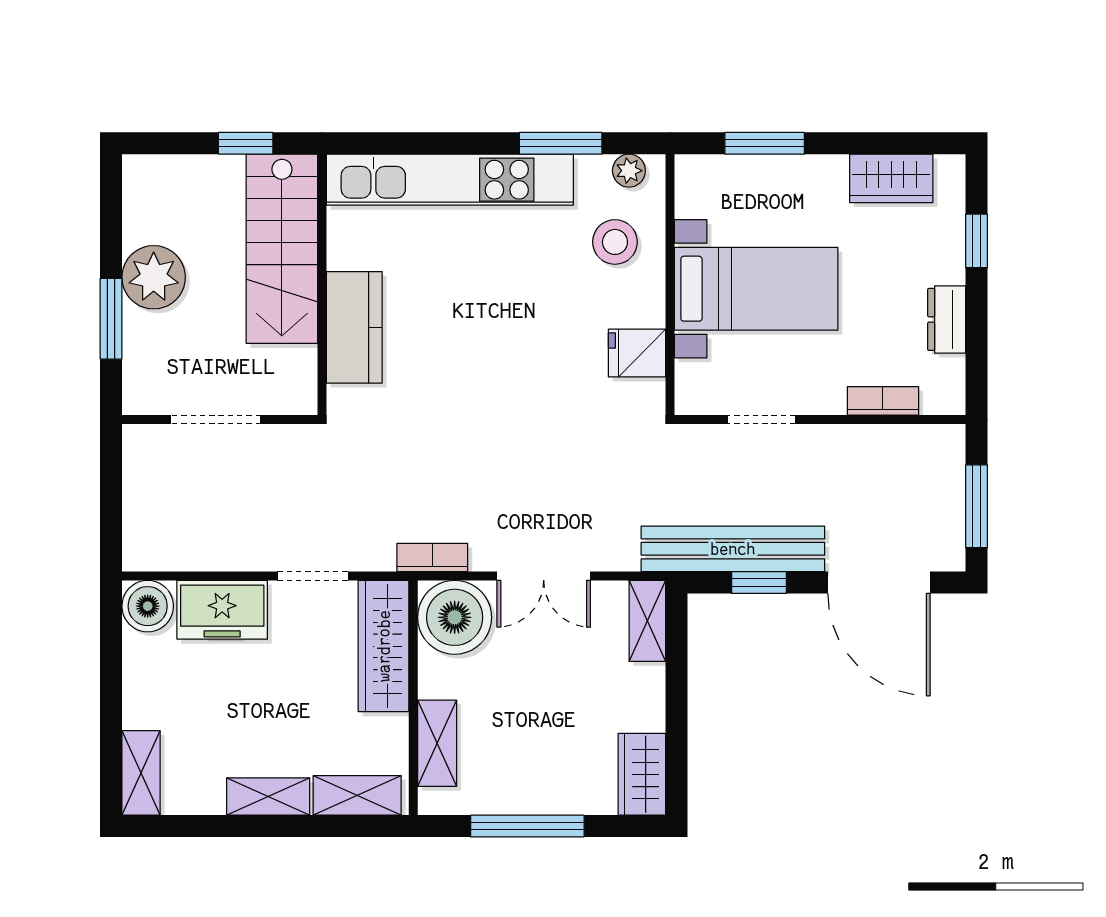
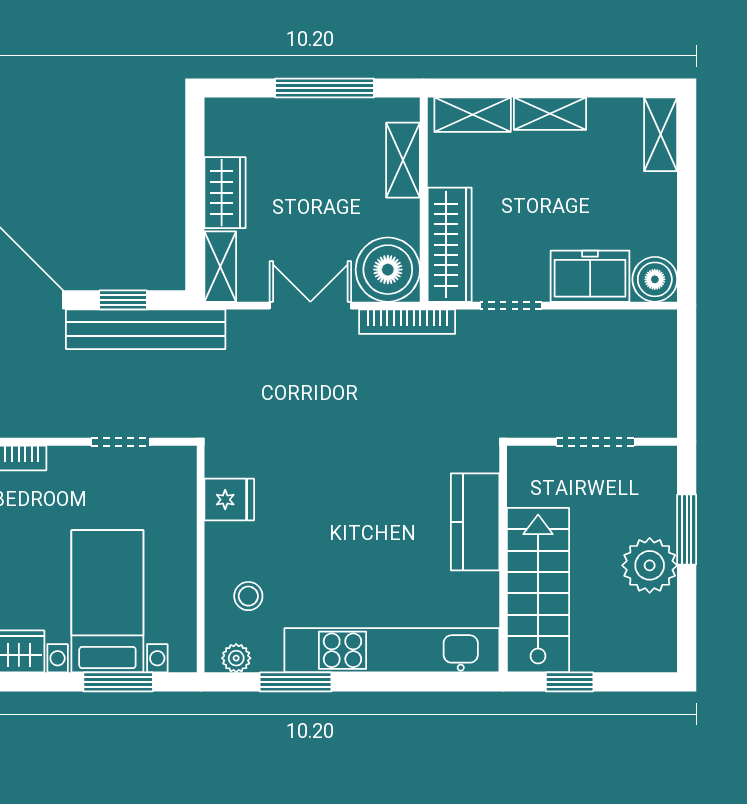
stool: (615, 242) -> (248, 596), width x0.73, depth x0.73
bed with nightstands: (756, 289) -> (107, 601), moved, turned 90
bookcase: (432, 558) -> (407, 322), width x1.56
wardrobe: (642, 774) -> (225, 193), moved

